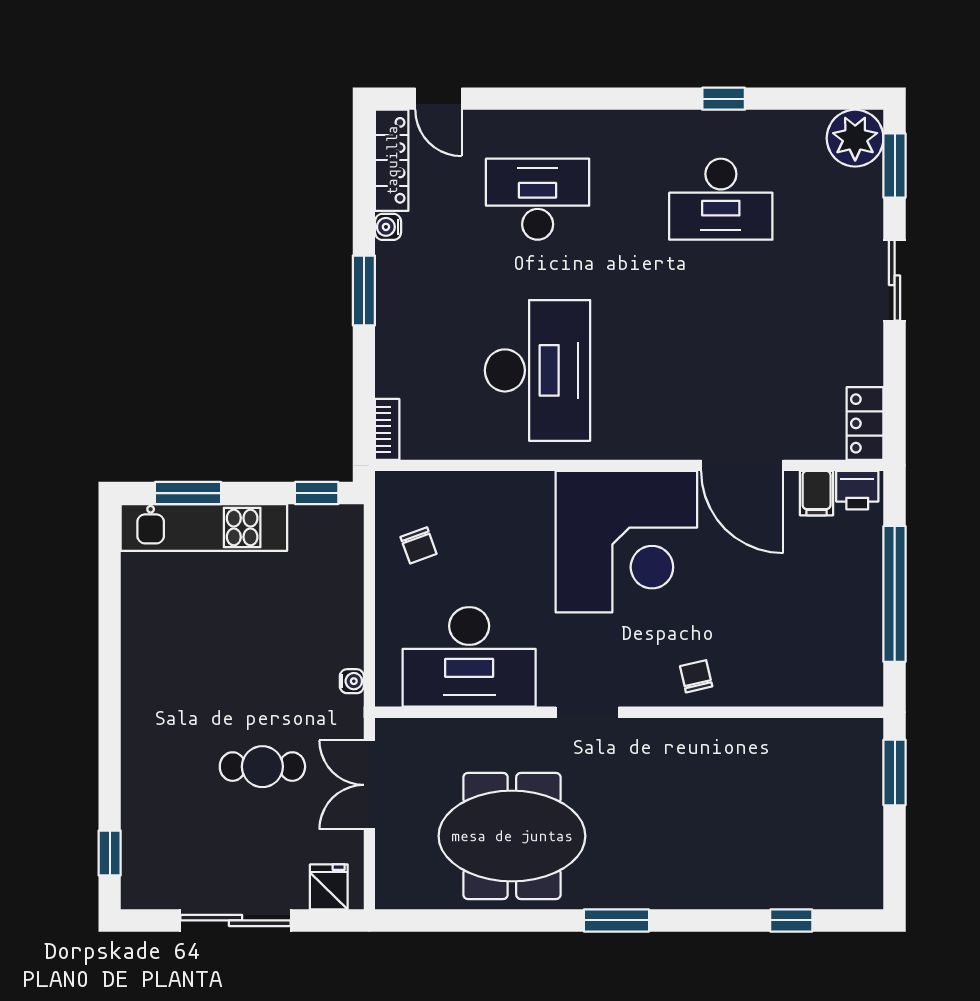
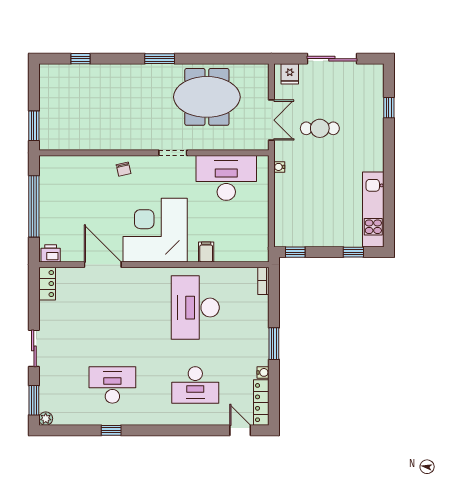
plant: (855, 138) -> (46, 419), width x0.53, depth x0.53
window: (188, 493) -> (353, 252), width x0.67
filing cabinet: (817, 493) -> (206, 252), moved
kitchen unit: (204, 528) -> (373, 209), moved, turned -90
chair: (419, 545) -> (249, 228), removed
window: (110, 853) -> (389, 108), moved

